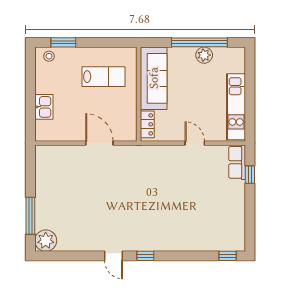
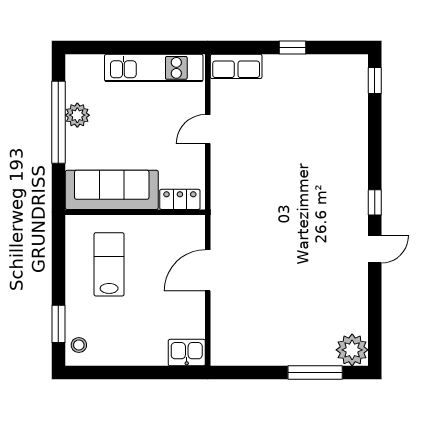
kitchen sink: (44, 107) -> (187, 353), moved
window: (250, 175) -> (292, 47), moved

